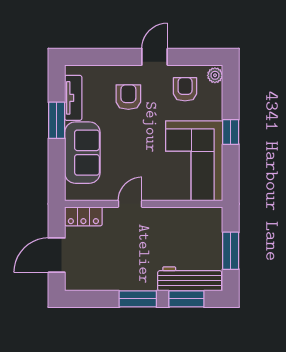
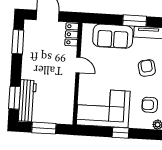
armchair: (185, 89) -> (150, 105), turned 180
armchair: (128, 97) -> (147, 68), turned -103
window: (138, 299) -> (18, 42), moved

